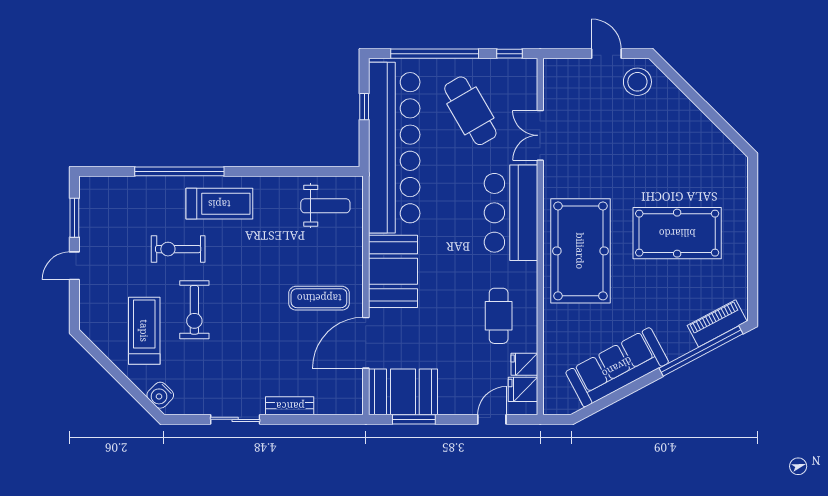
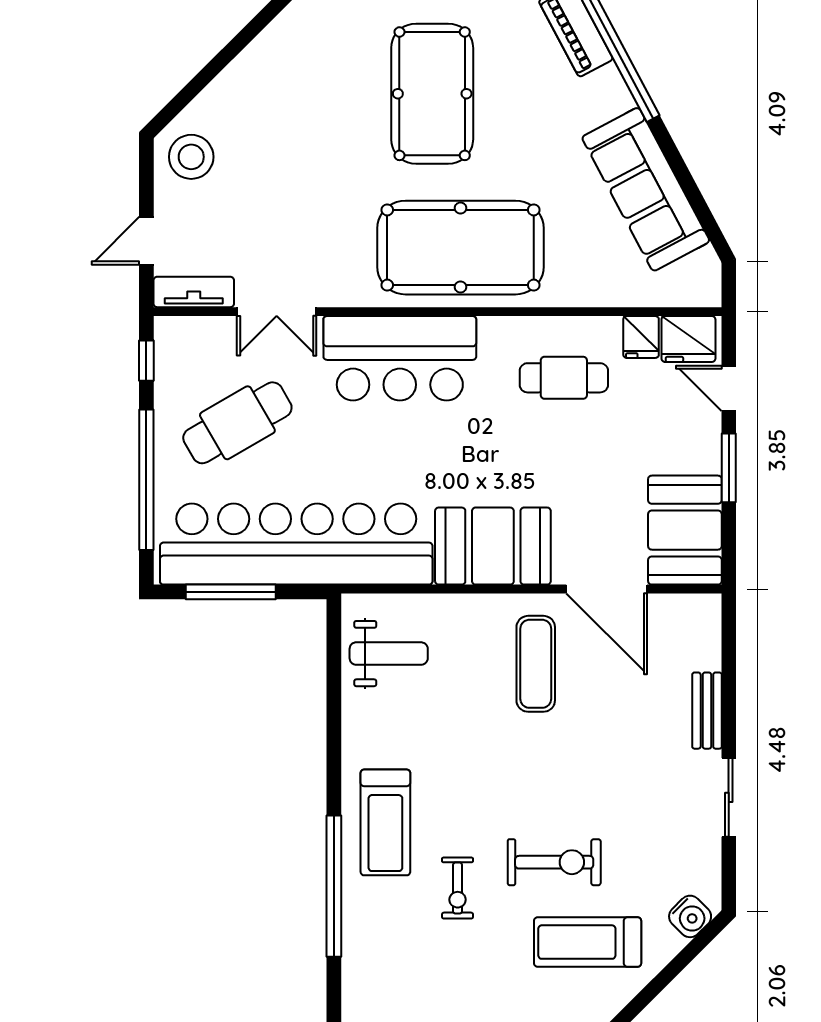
door: (606, 54) -> (146, 241), moved
tv unit: (553, 83) -> (194, 292), added
window: (364, 107) -> (231, 592), width x2.17
treadmill: (219, 204) -> (385, 822), turned 180
weight bench: (325, 206) -> (389, 654), turned 90
exercise bike: (178, 249) -> (458, 888), width x0.73, depth x0.72
fridge: (523, 389) -> (688, 339), width x1.38
window: (414, 419) -> (729, 468), moved

